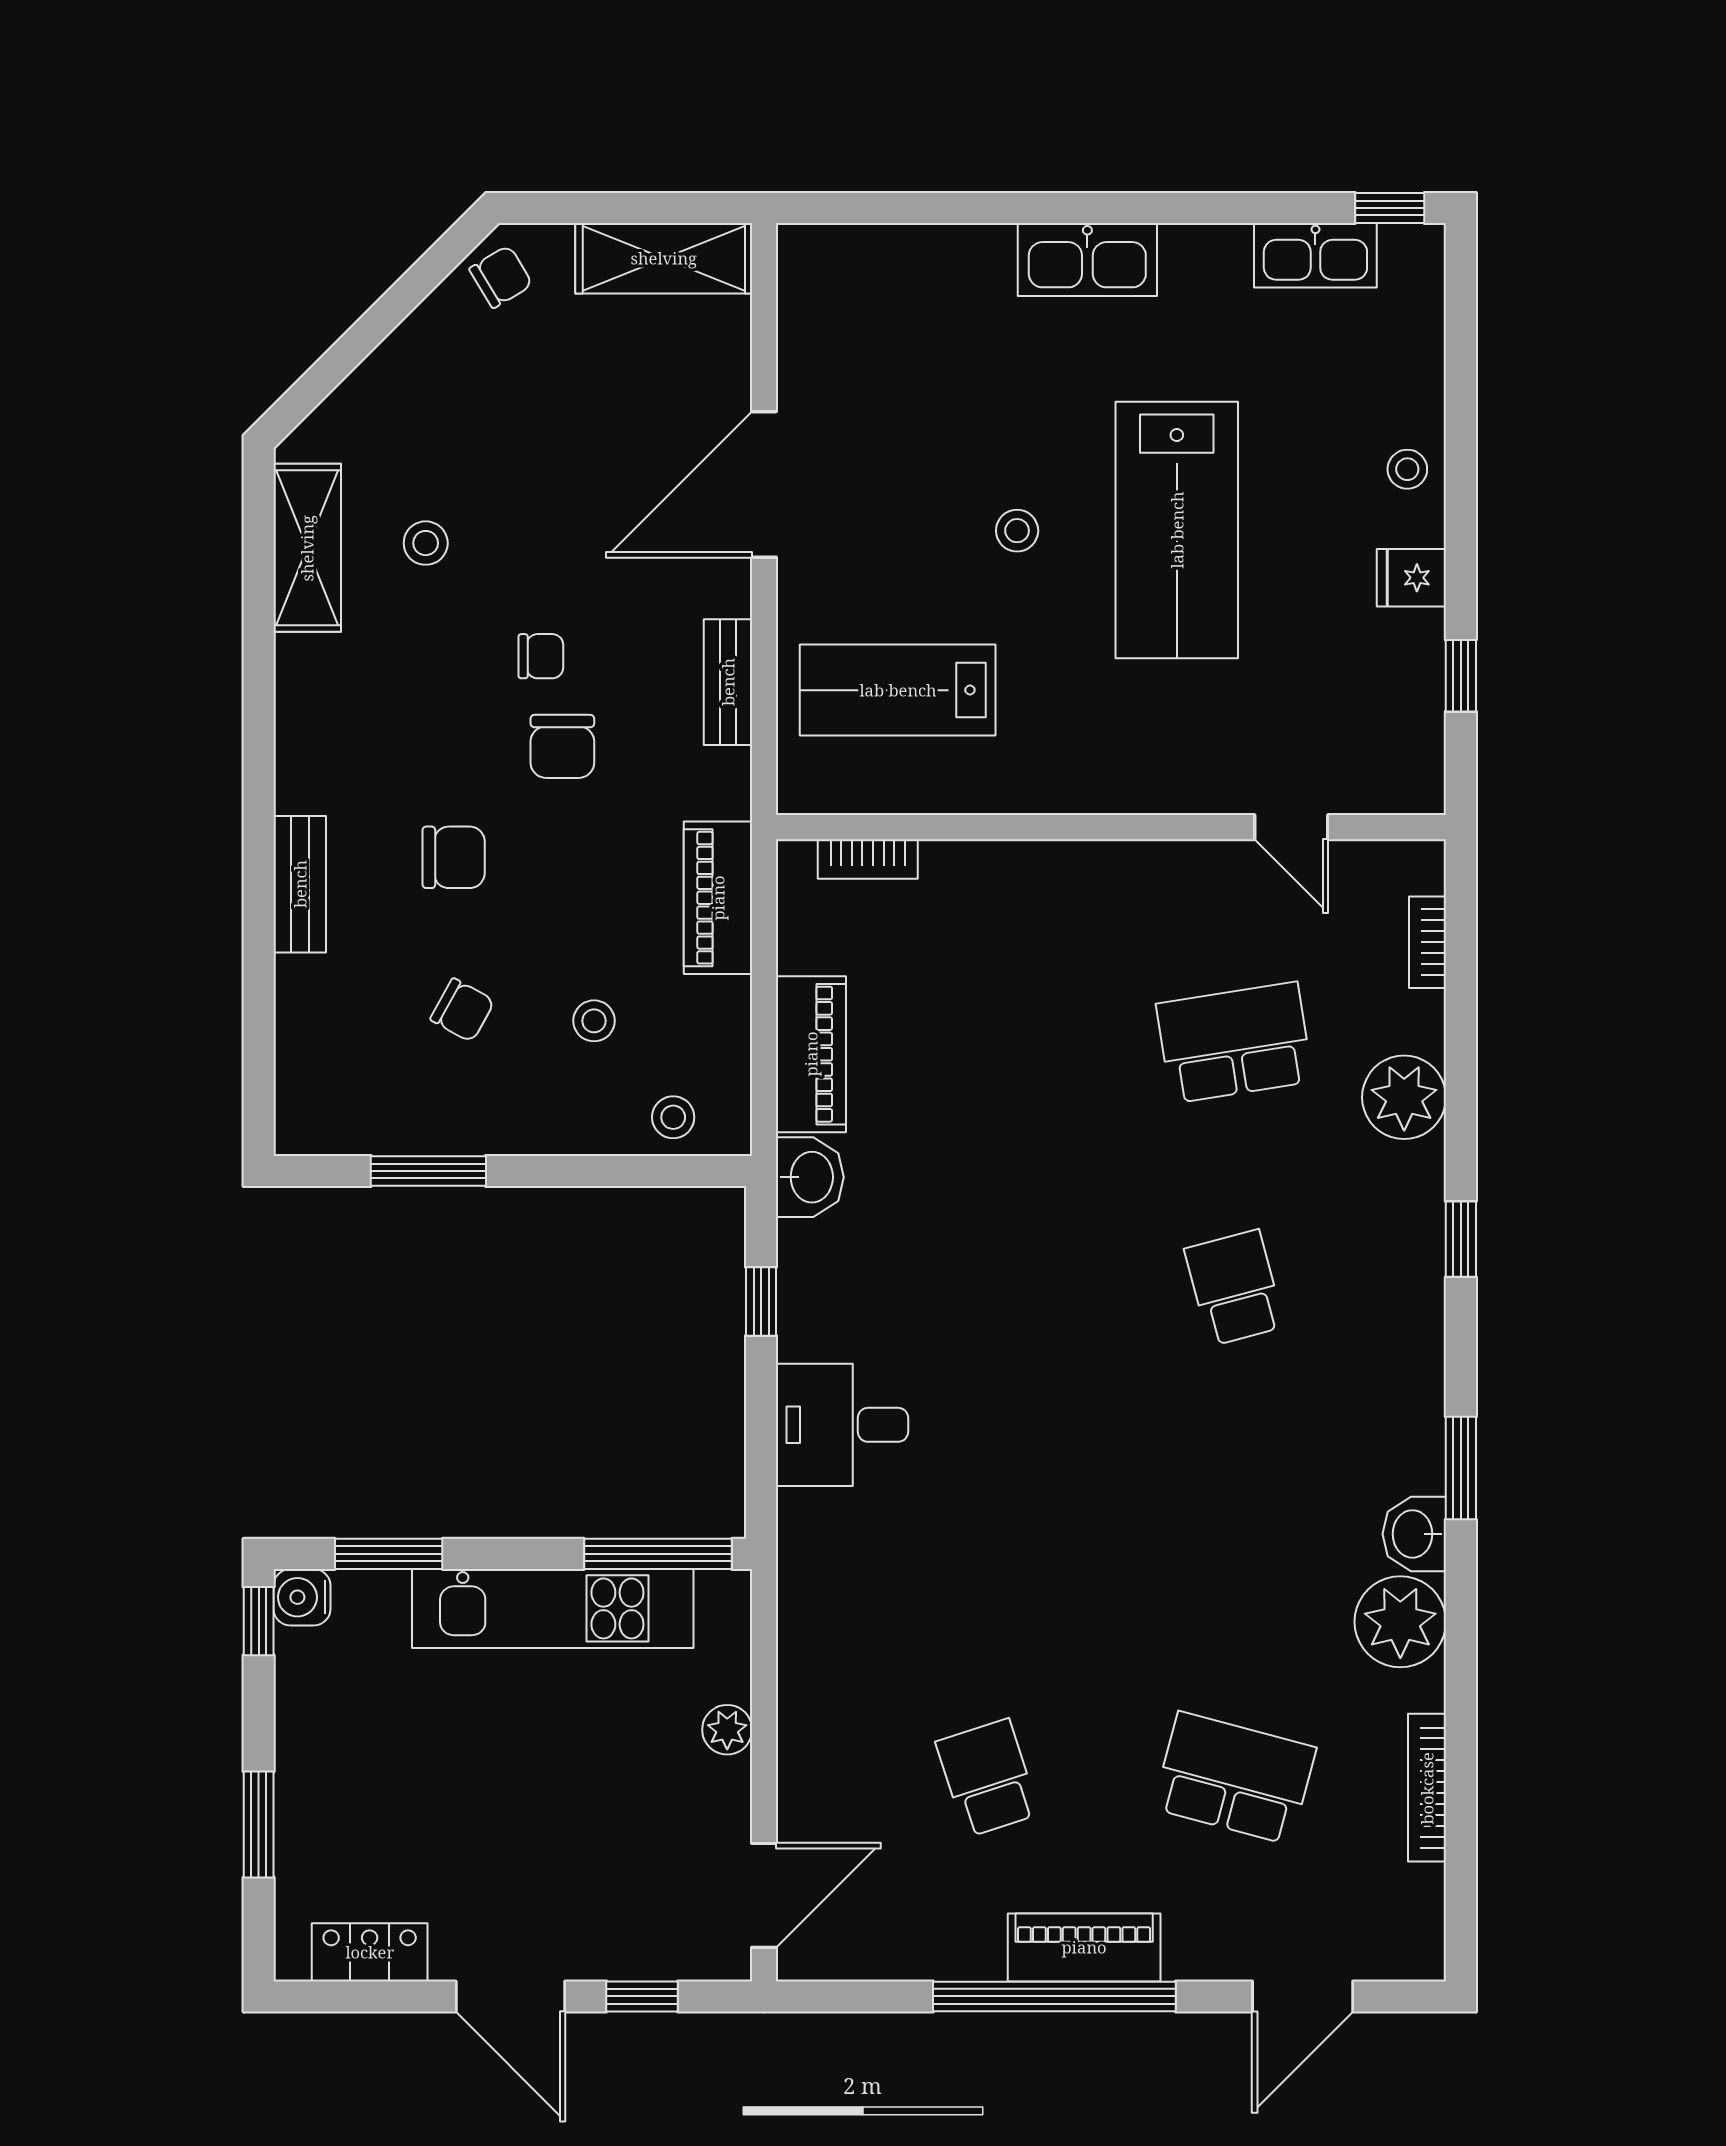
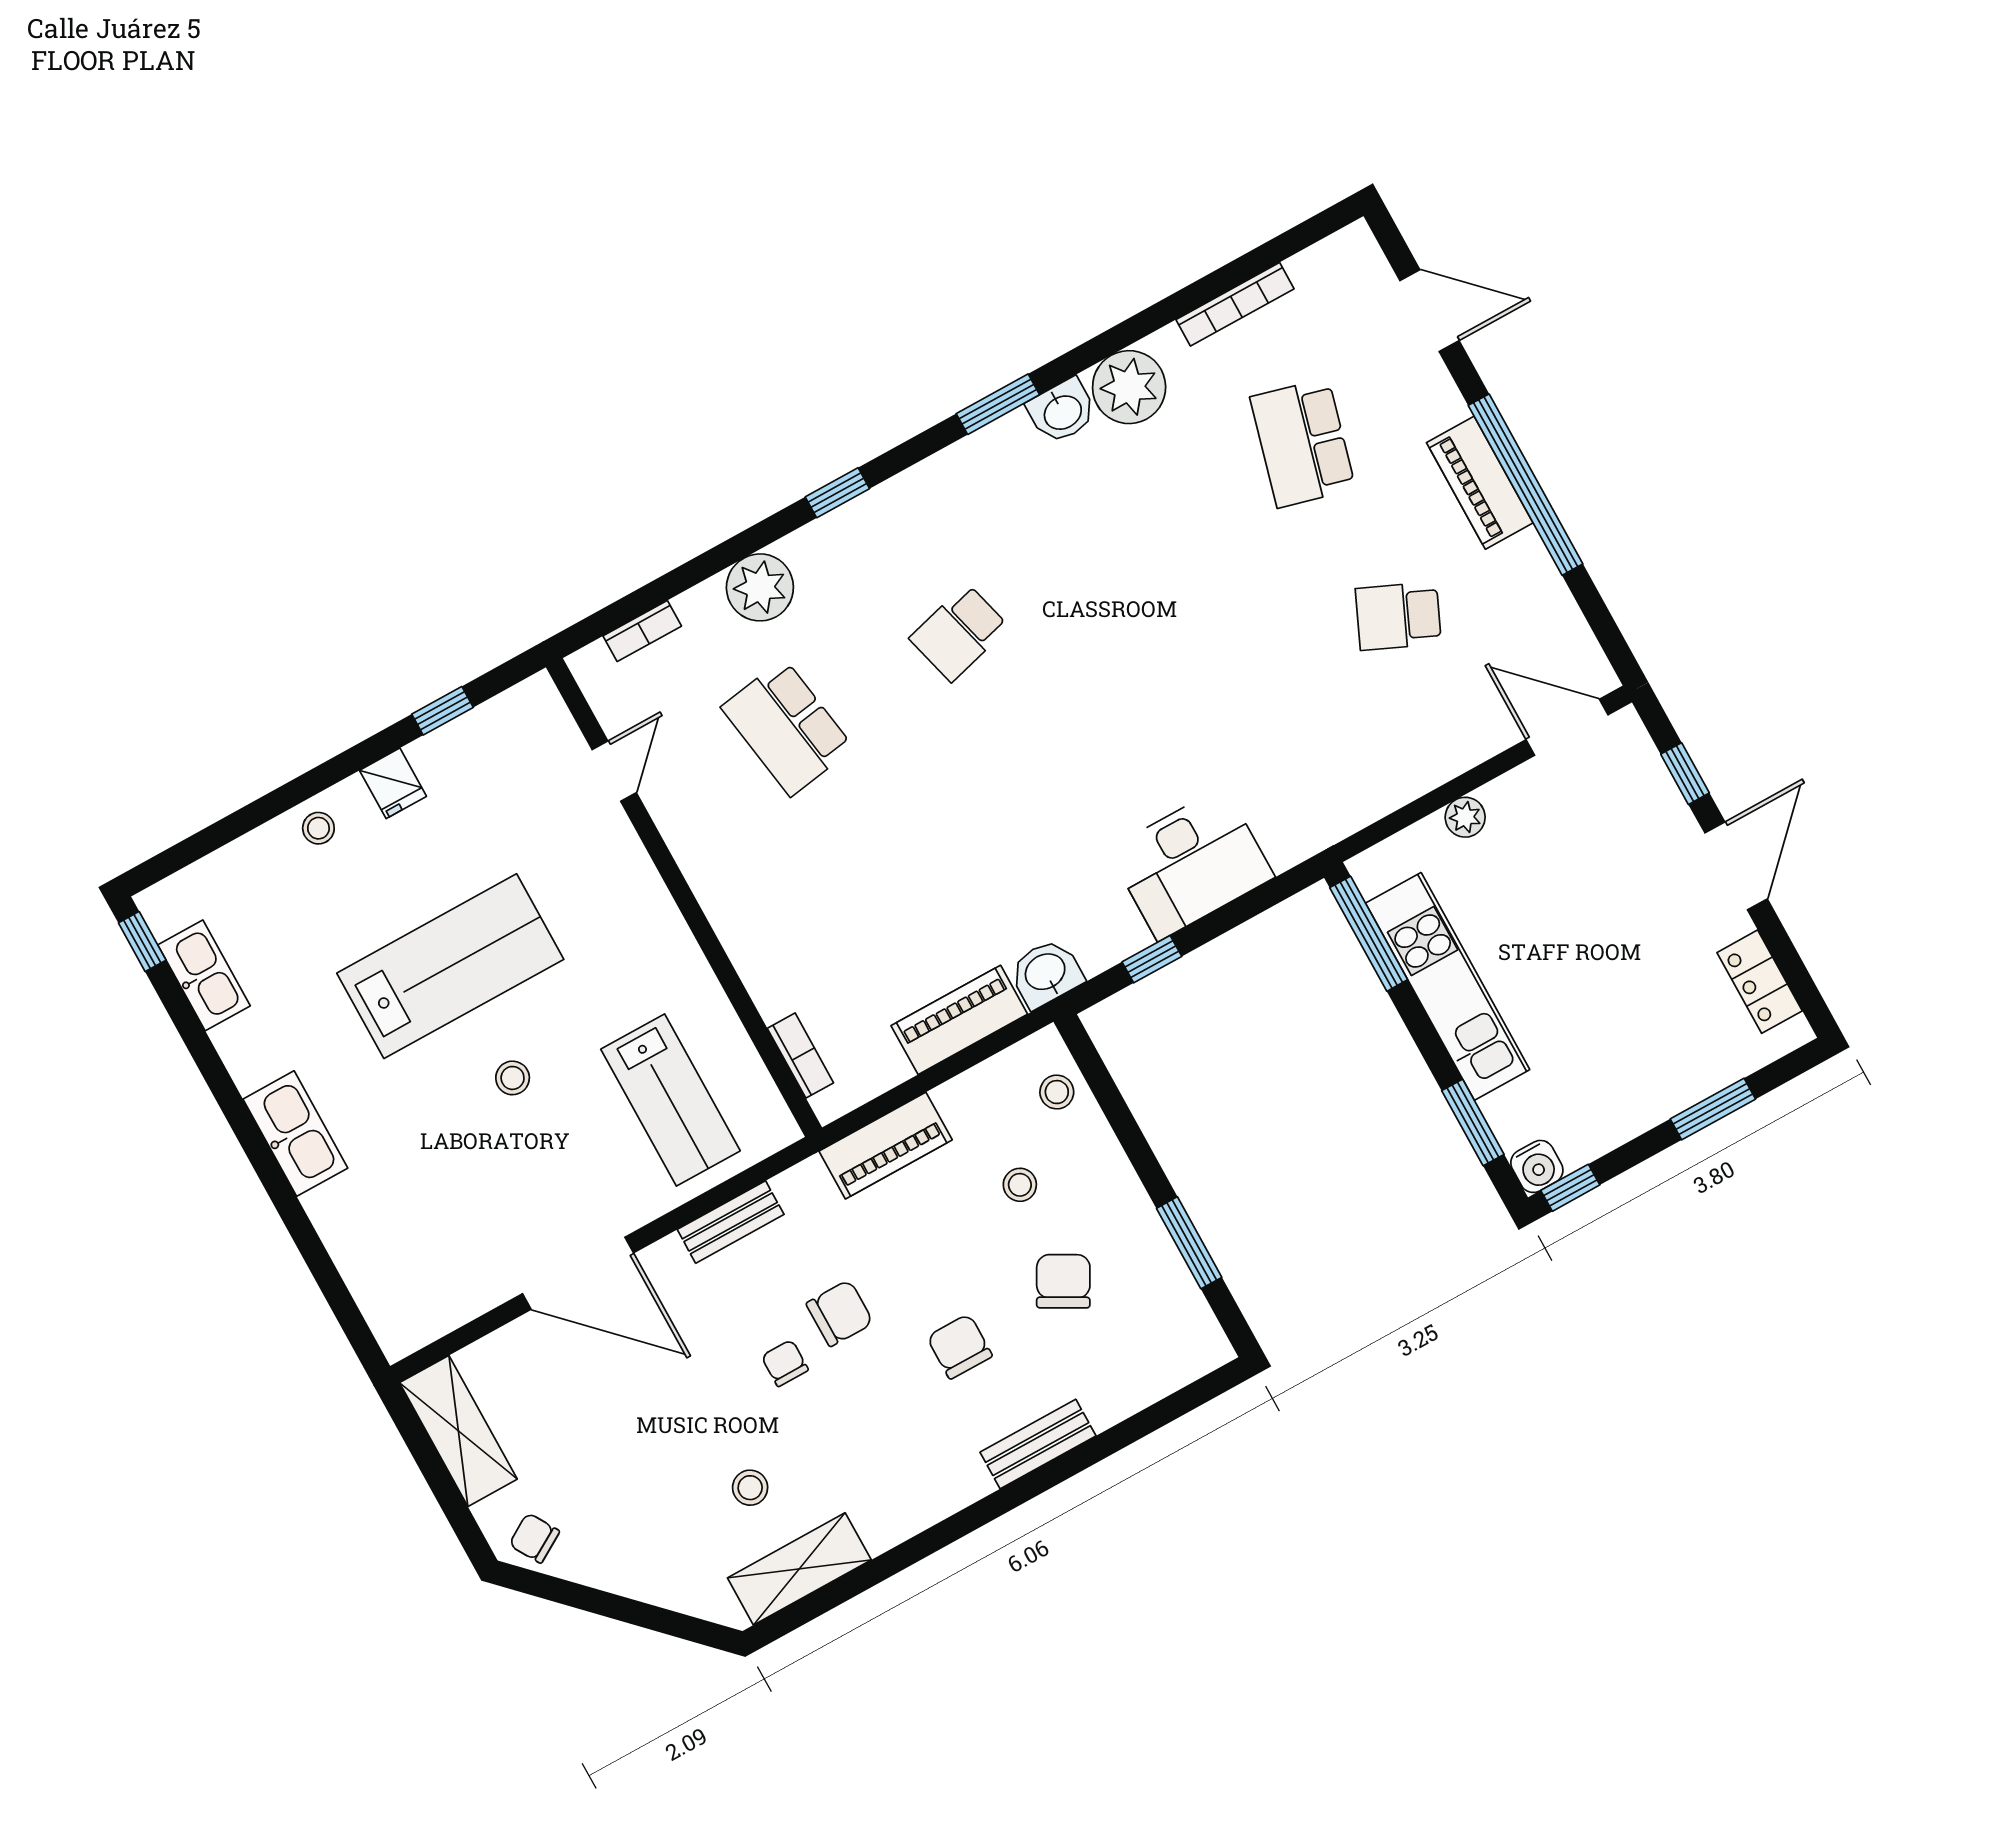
chair: (462, 1010) -> (1063, 1281), width x1.37, depth x1.37
desk: (842, 1425) -> (1191, 863), width x1.37
school desk: (987, 1778) -> (1398, 616), turned 42

